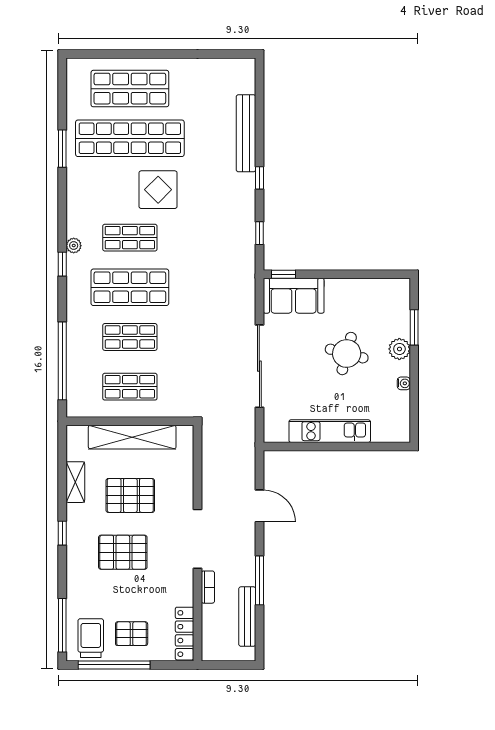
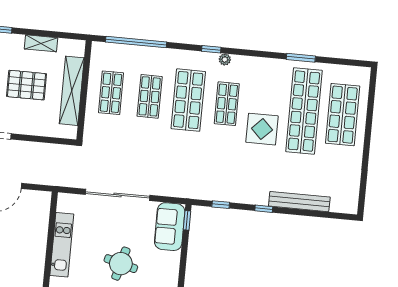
pallet: (130, 495) -> (27, 85), turned 90

